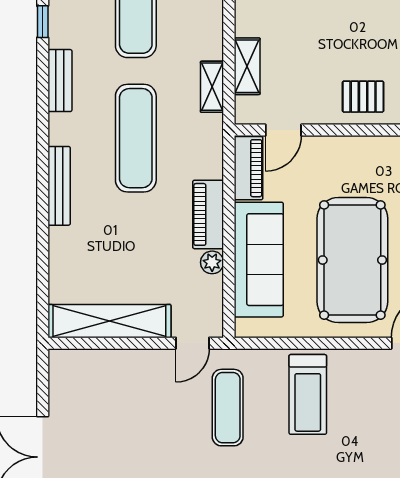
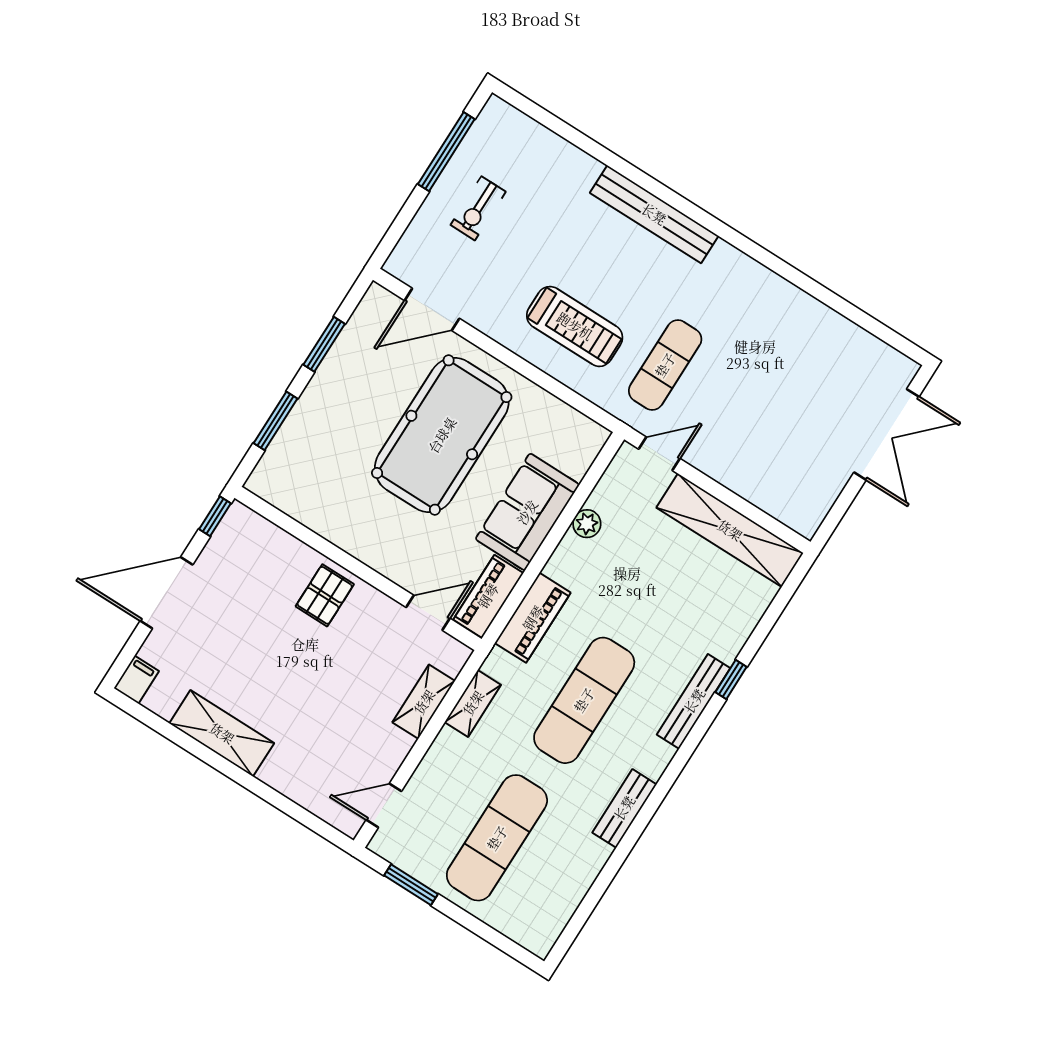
window: (43, 22) -> (731, 679), moved
pallet: (363, 97) -> (325, 595), turned 90
piano: (208, 214) -> (533, 618), moved
sofa: (259, 260) -> (527, 512), width x0.73
treadmill: (308, 394) -> (575, 326), turned 90

